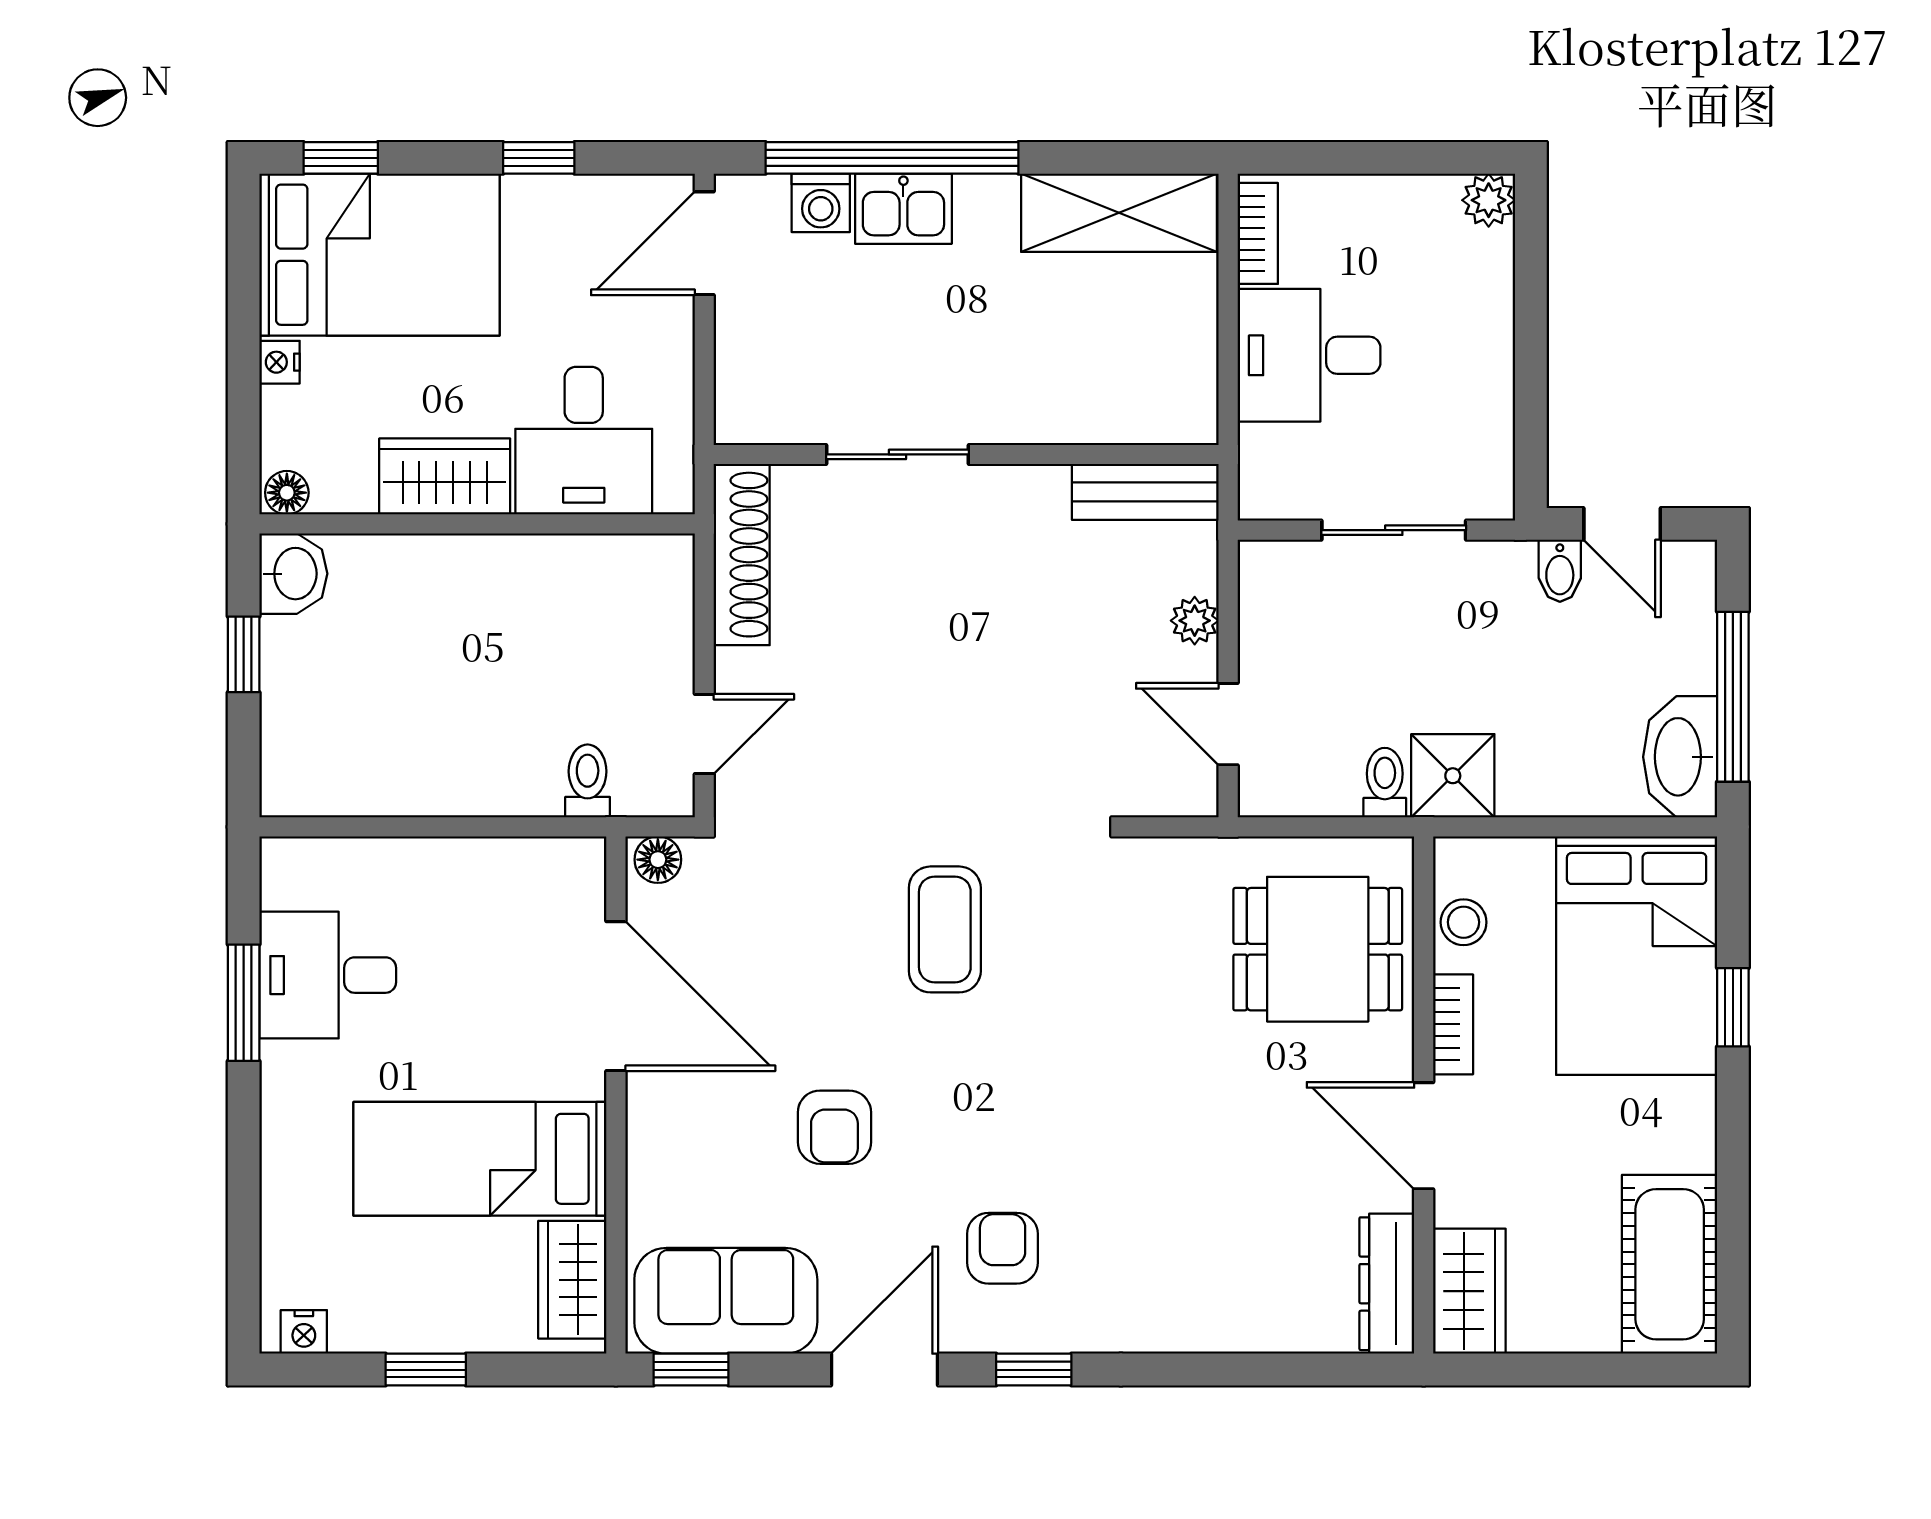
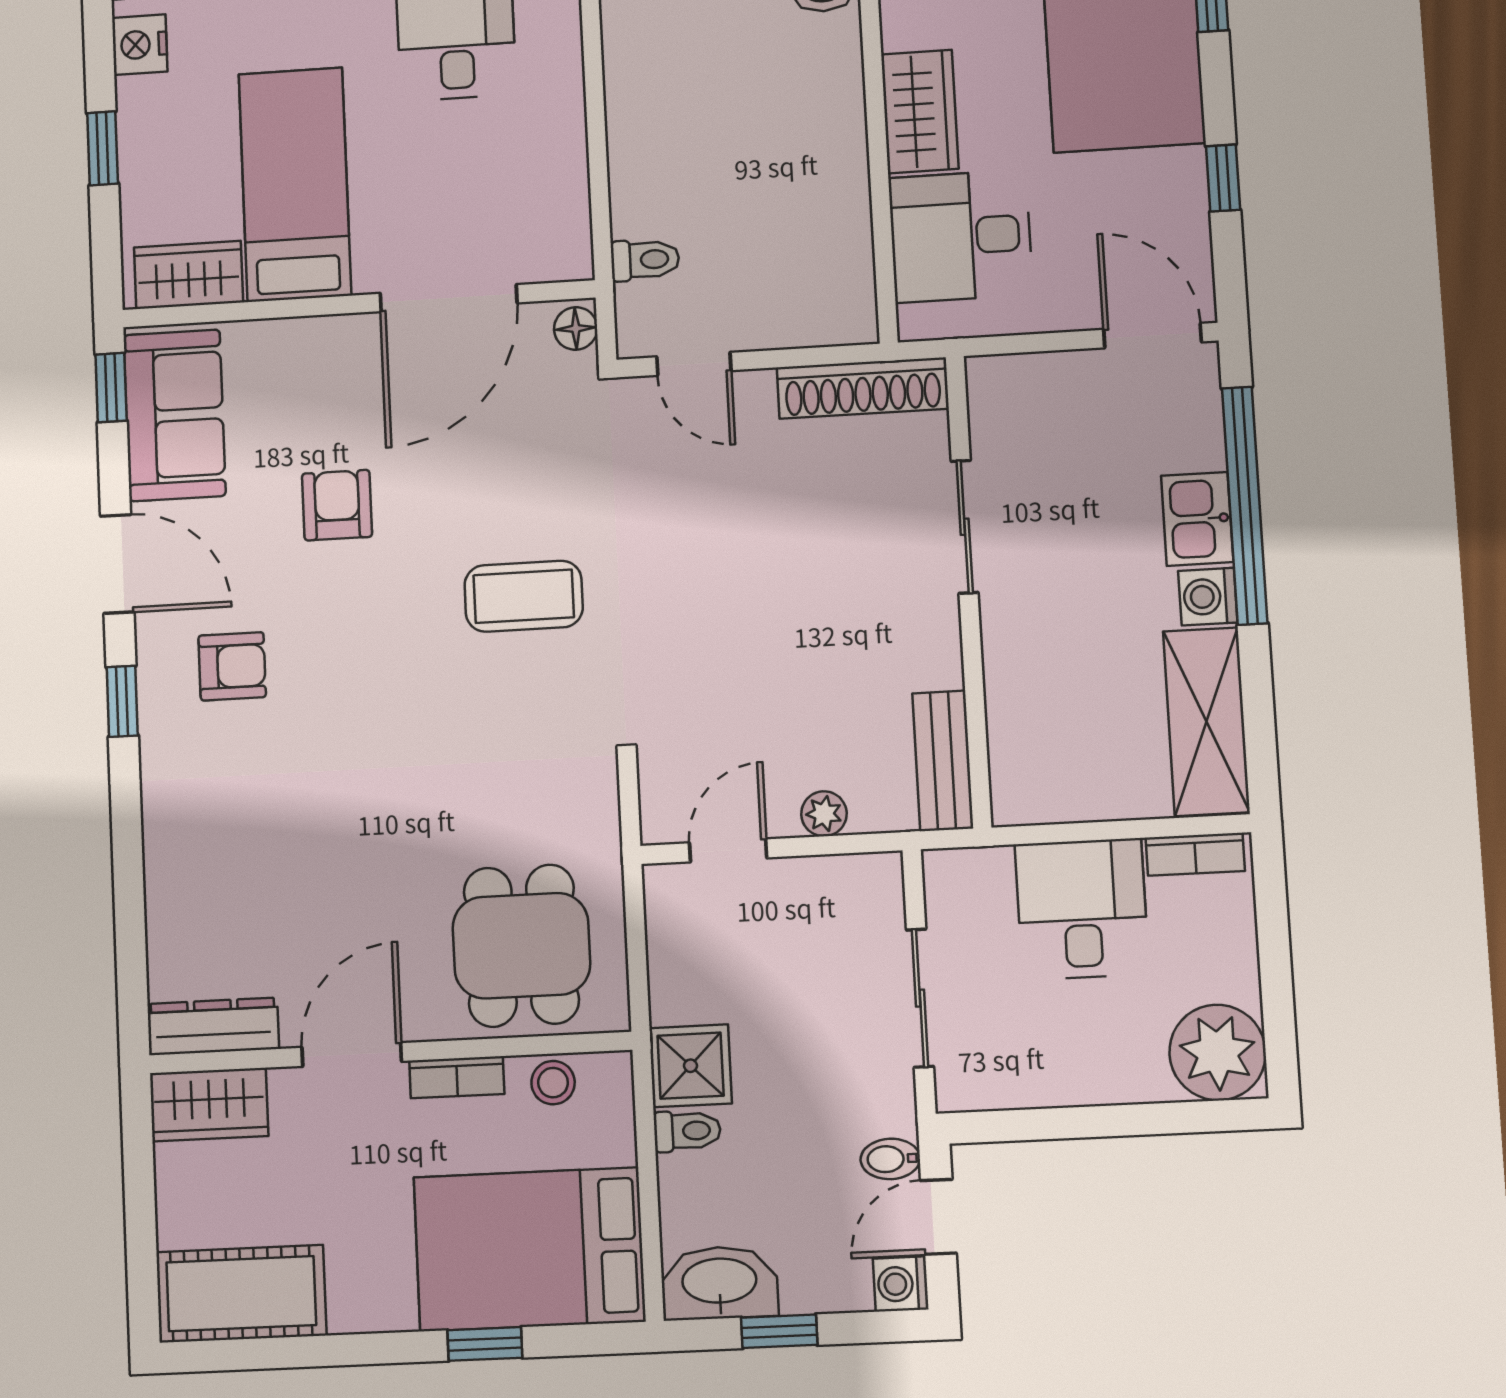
plant: (1489, 200) -> (1218, 1052), width x1.88, depth x1.88
washing machine: (821, 203) -> (1208, 597), moved
washing machine: (1690, 567) -> (901, 1284), added
window: (1733, 697) -> (779, 1331), width x0.46
toilet: (1385, 783) -> (687, 1131), moved
armchair: (834, 1127) -> (337, 505), turned 90
nightstand: (304, 1332) -> (140, 45), width x1.39, depth x1.35

